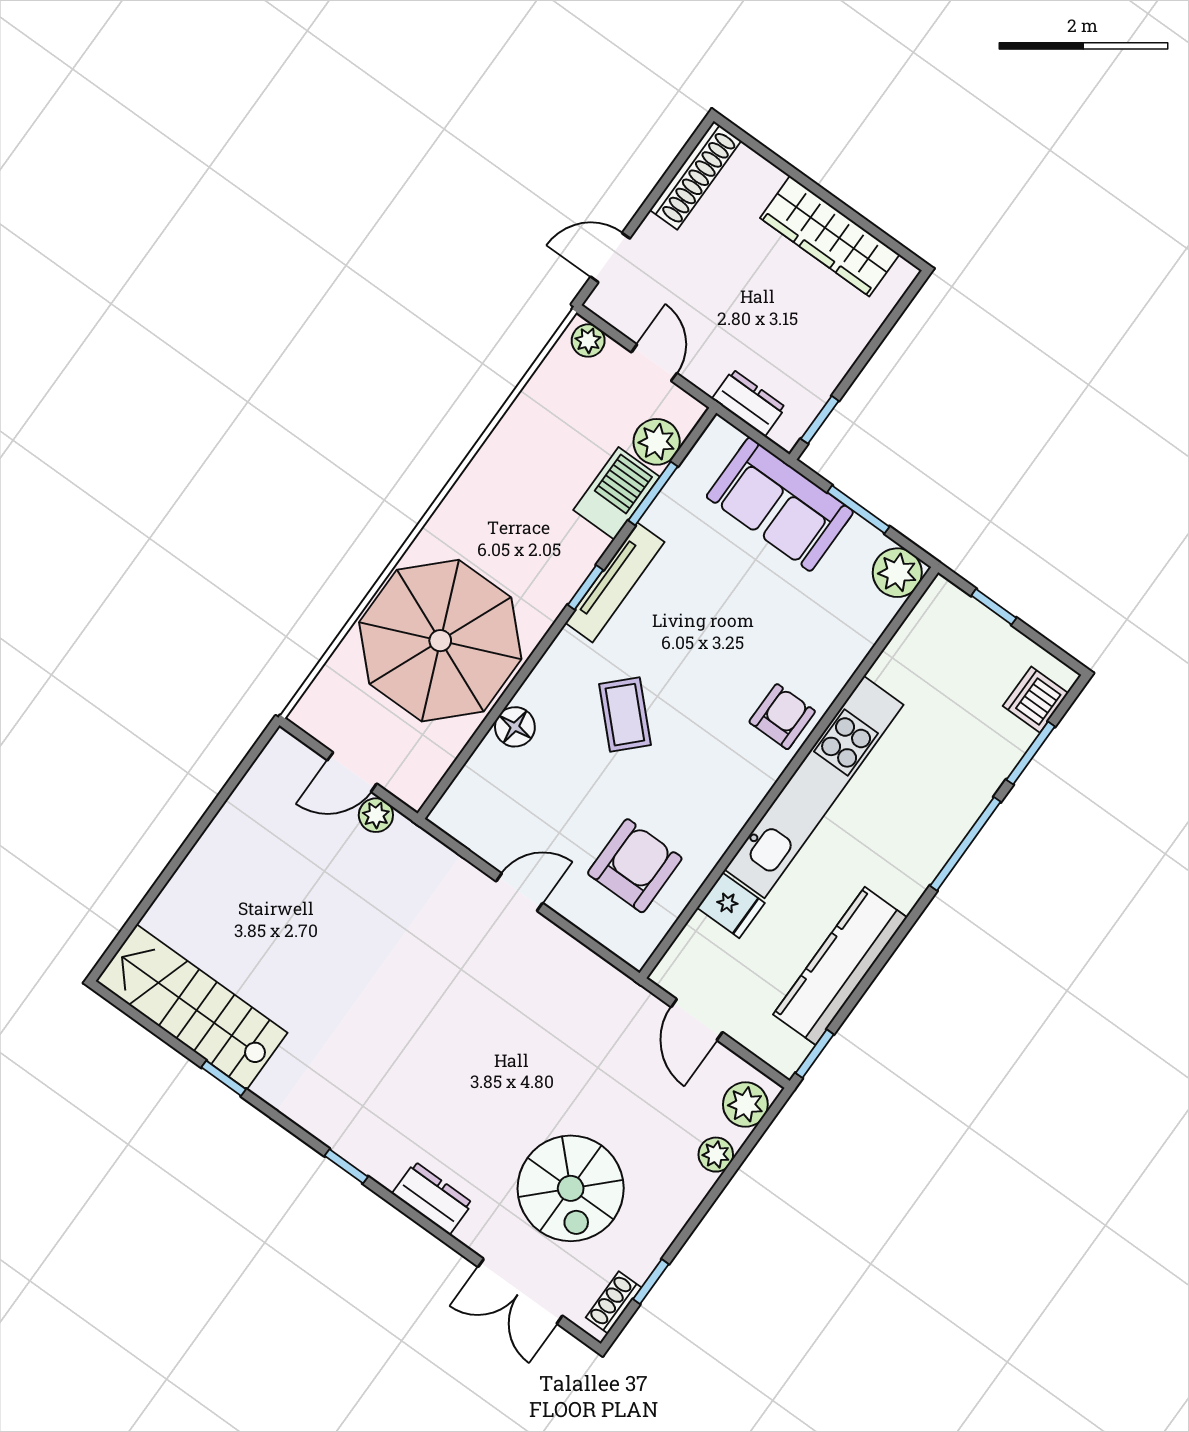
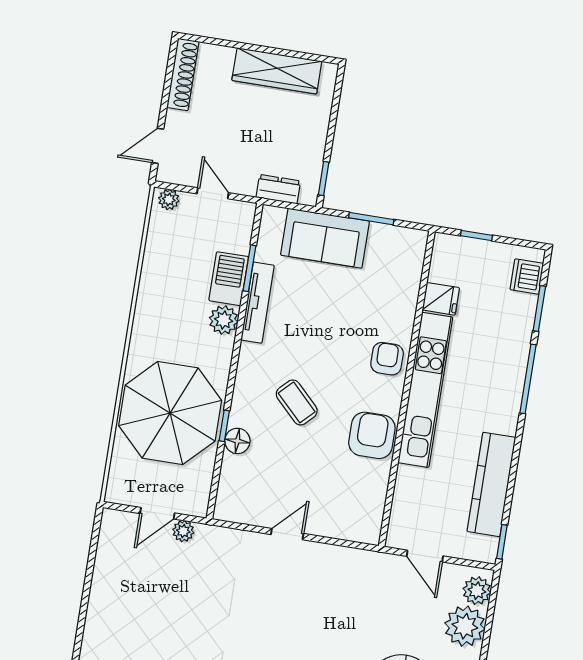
plant: (657, 442) -> (224, 320), moved
plant: (897, 573) -> (412, 244), removed
tv unit: (615, 582) -> (258, 303), moved
window: (585, 587) -> (224, 426), moved
armchair: (635, 866) -> (372, 435), moved
fridge: (731, 905) -> (441, 299), moved
plant: (716, 1155) -> (465, 626), width x1.87, depth x1.87

